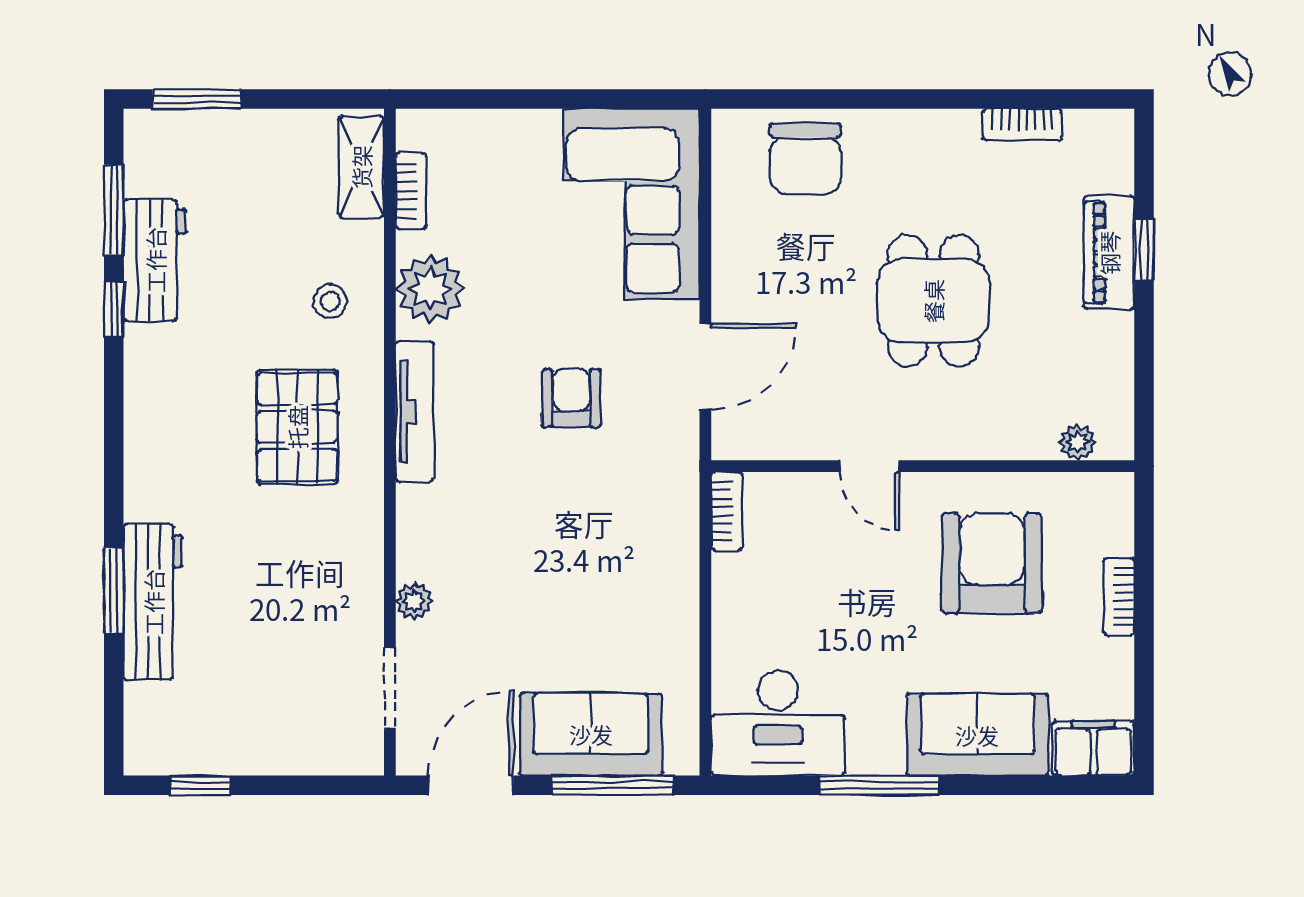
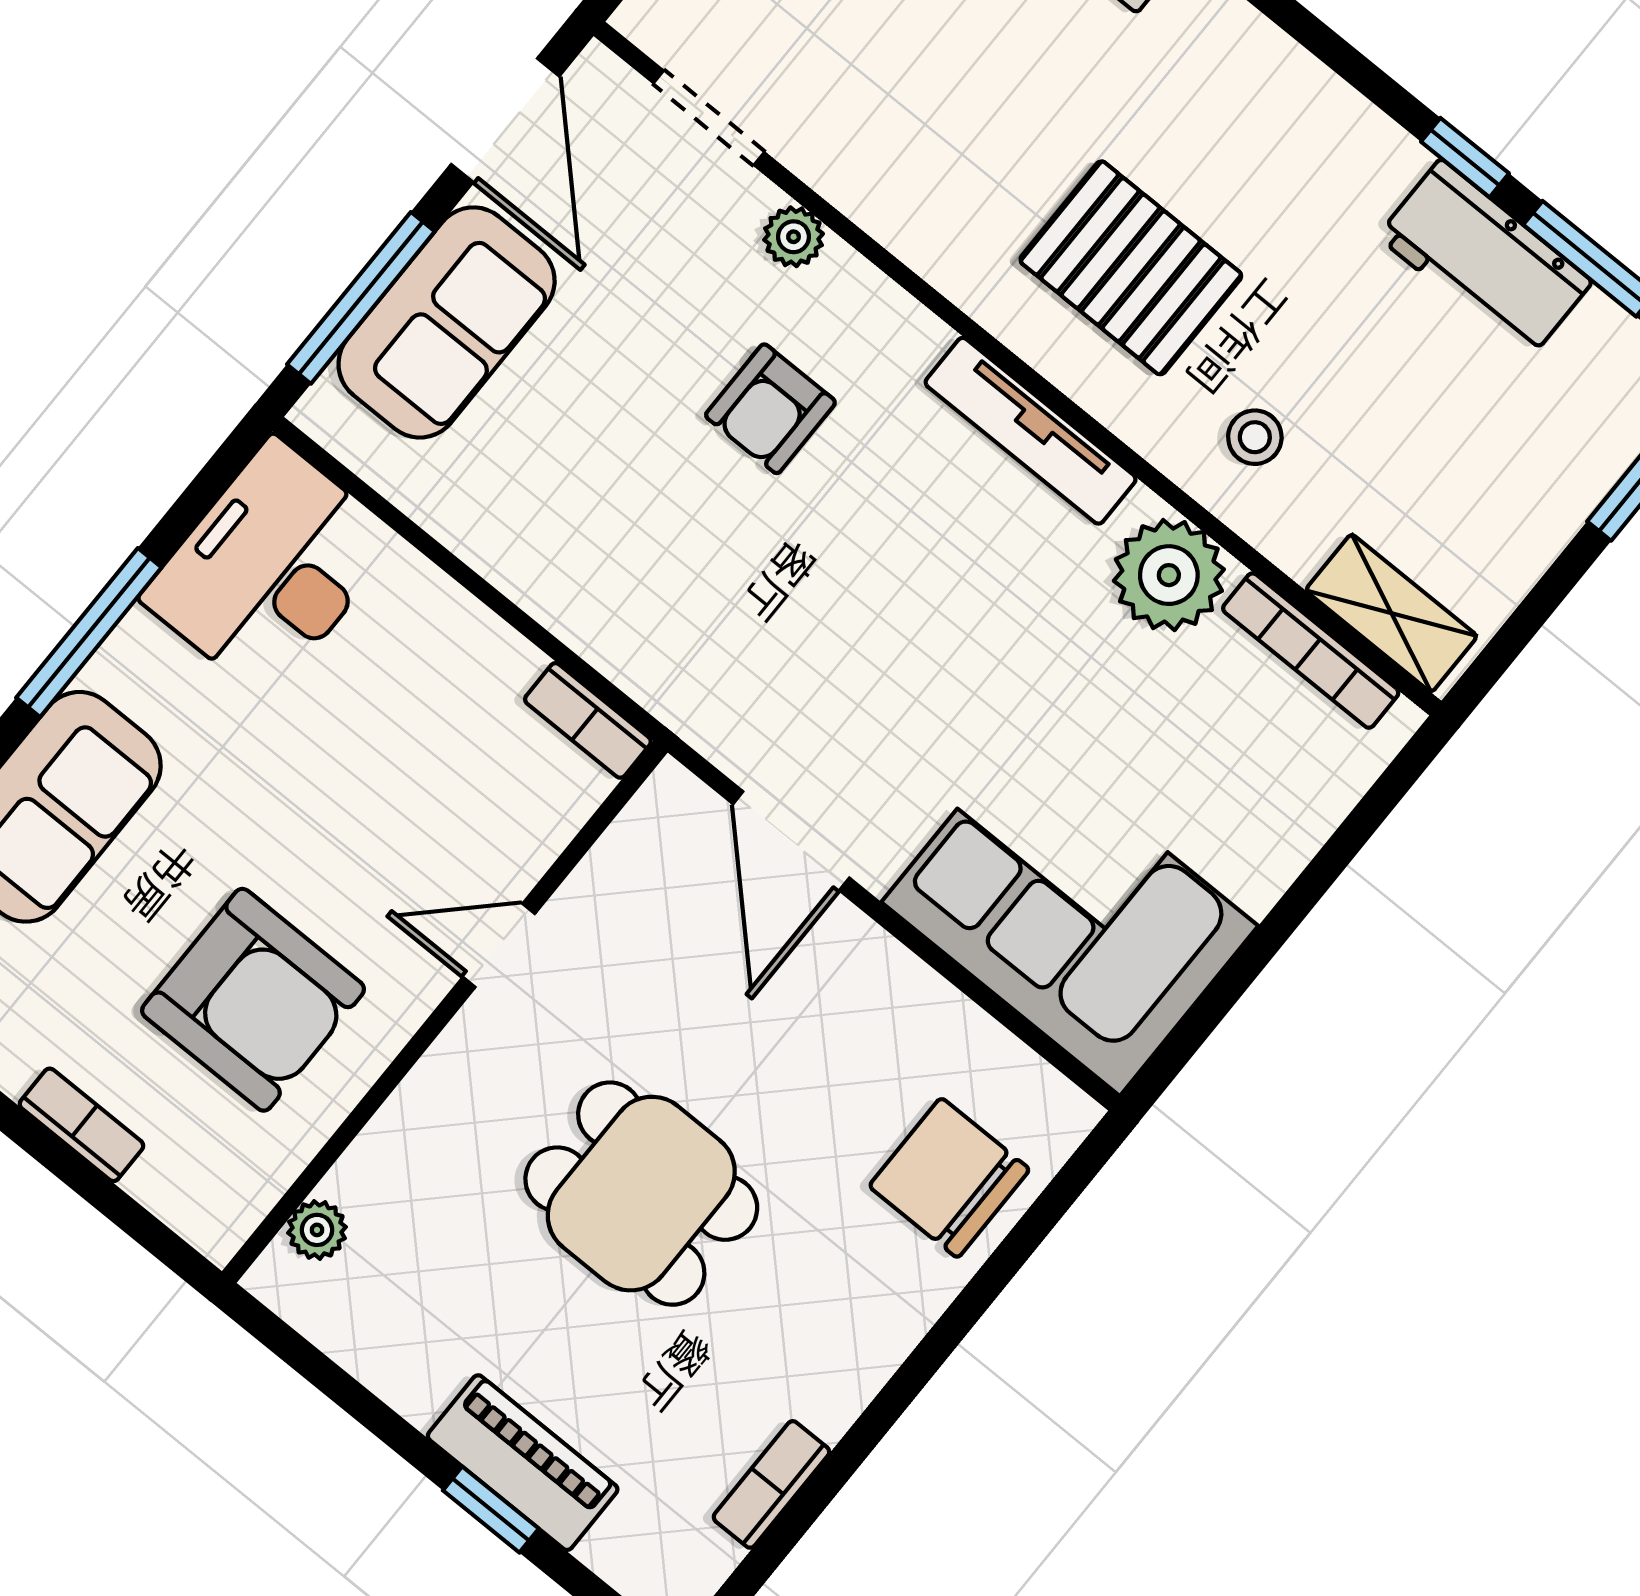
bookcase: (411, 191) -> (1311, 651), width x1.56
armchair: (571, 398) -> (770, 409), moved, turned 90

